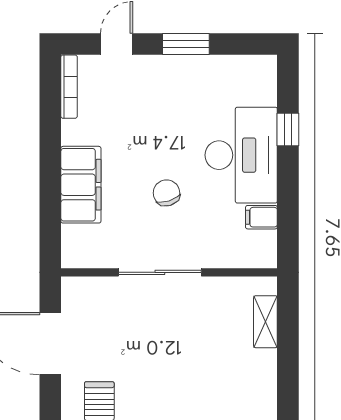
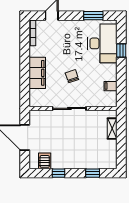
window: (186, 44) -> (93, 16), moved
desk: (241, 155) -> (102, 43), moved

